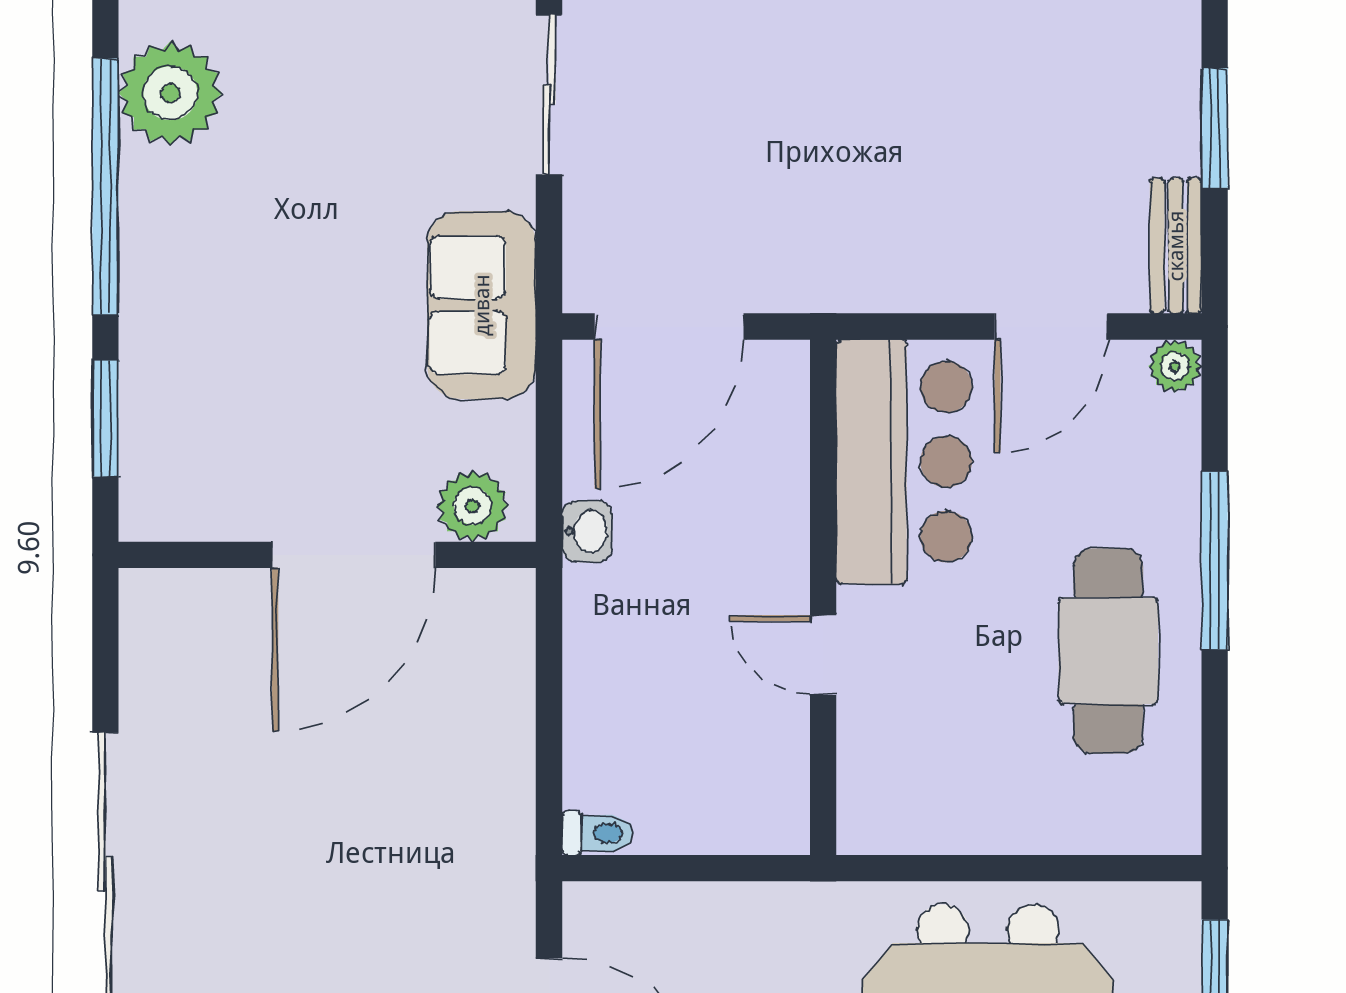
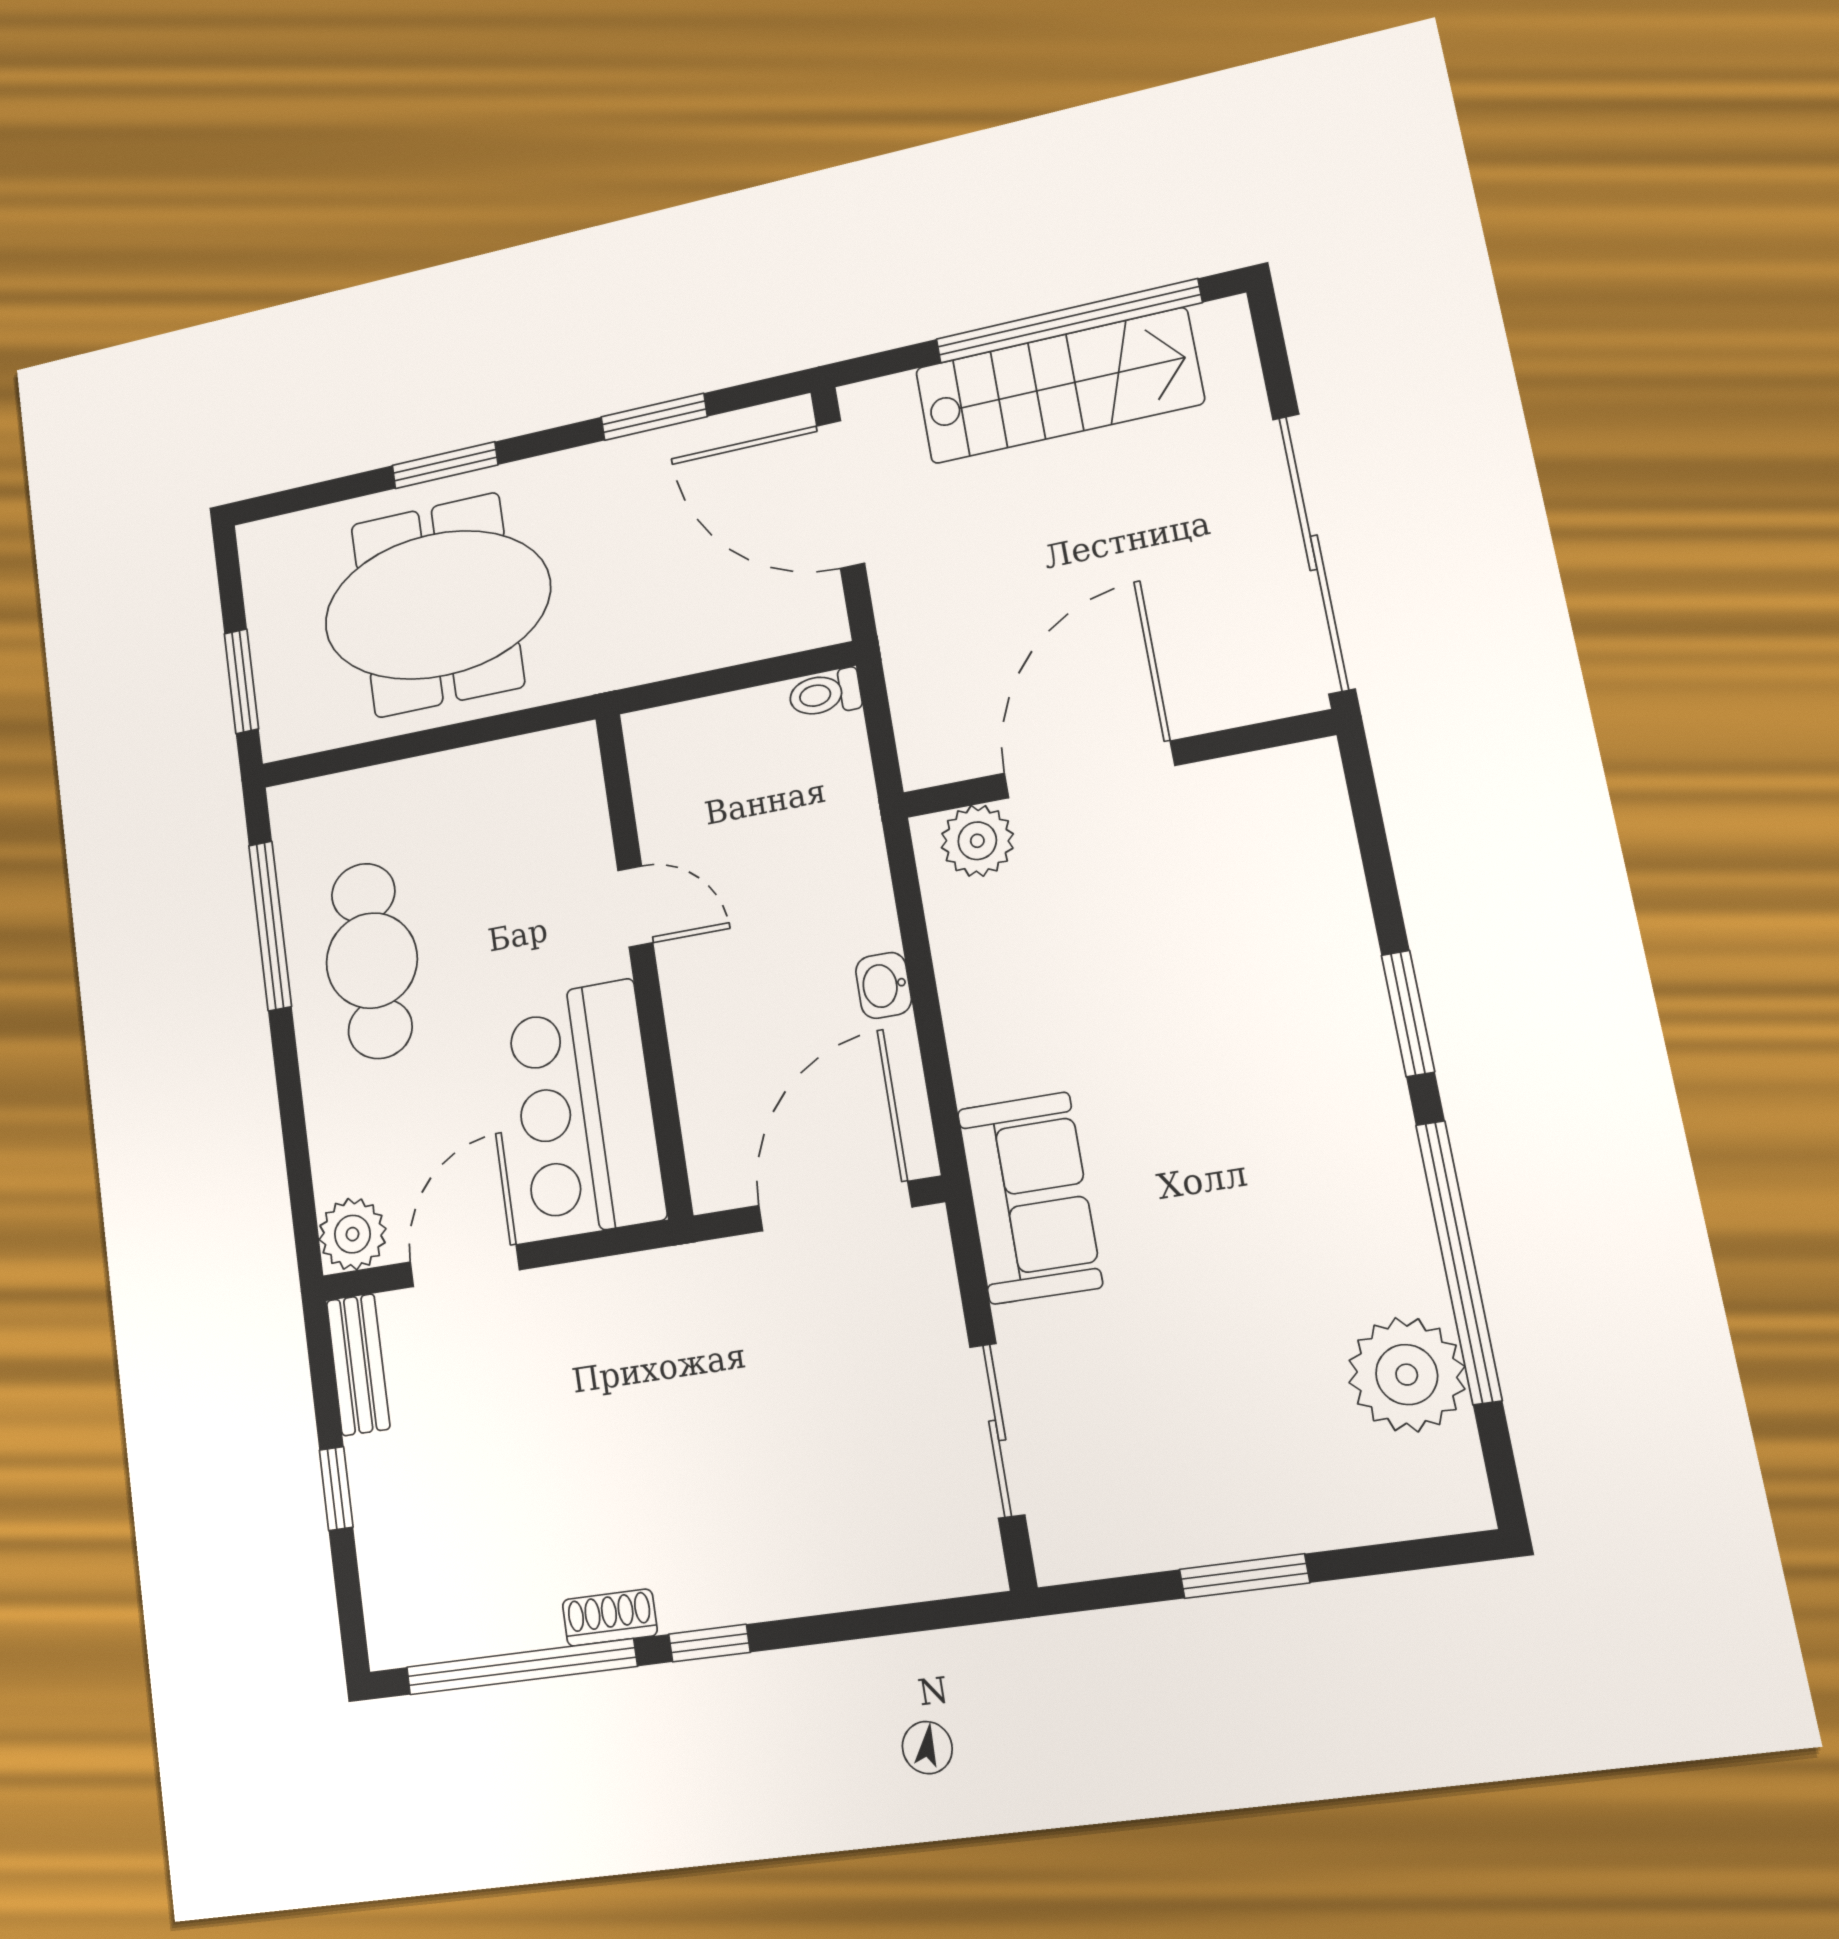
window: (1215, 128) -> (336, 1489), width x0.67
plant: (1175, 366) -> (352, 1234), width x1.38, depth x1.38
plant: (473, 506) -> (977, 841), moved
wall: (327, 555) -> (1116, 764), moved
door: (354, 555) -> (1089, 769), moved
window: (1215, 560) -> (270, 926), moved

